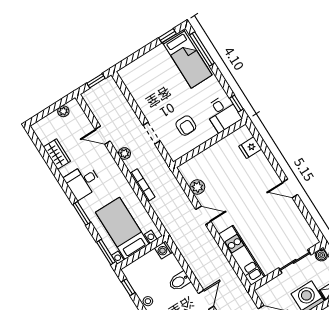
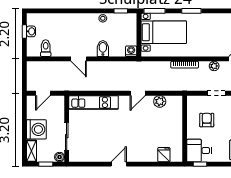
armchair: (186, 126) -> (207, 120), turned 90
desk: (83, 182) -> (213, 25), removed

